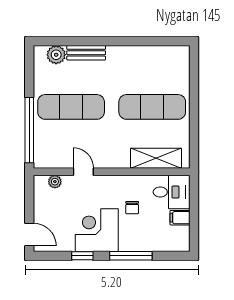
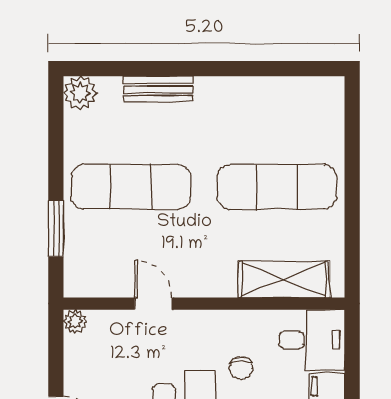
plant: (56, 55) -> (80, 93), moved
window: (29, 130) -> (56, 229), width x0.47
plant: (55, 182) -> (75, 321), moved

